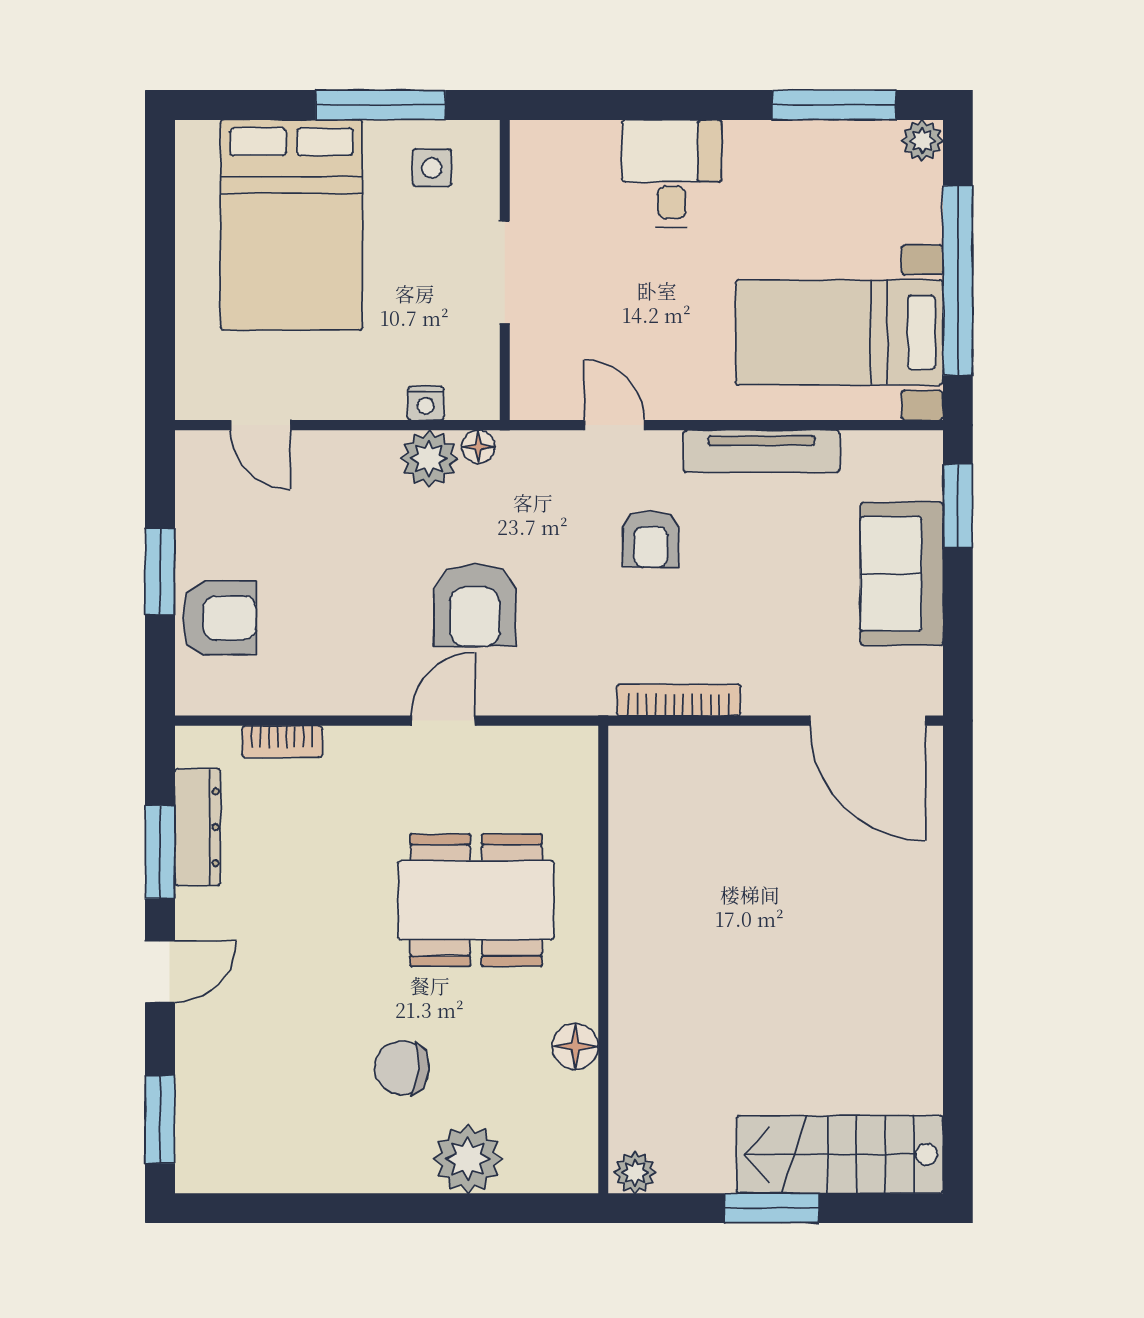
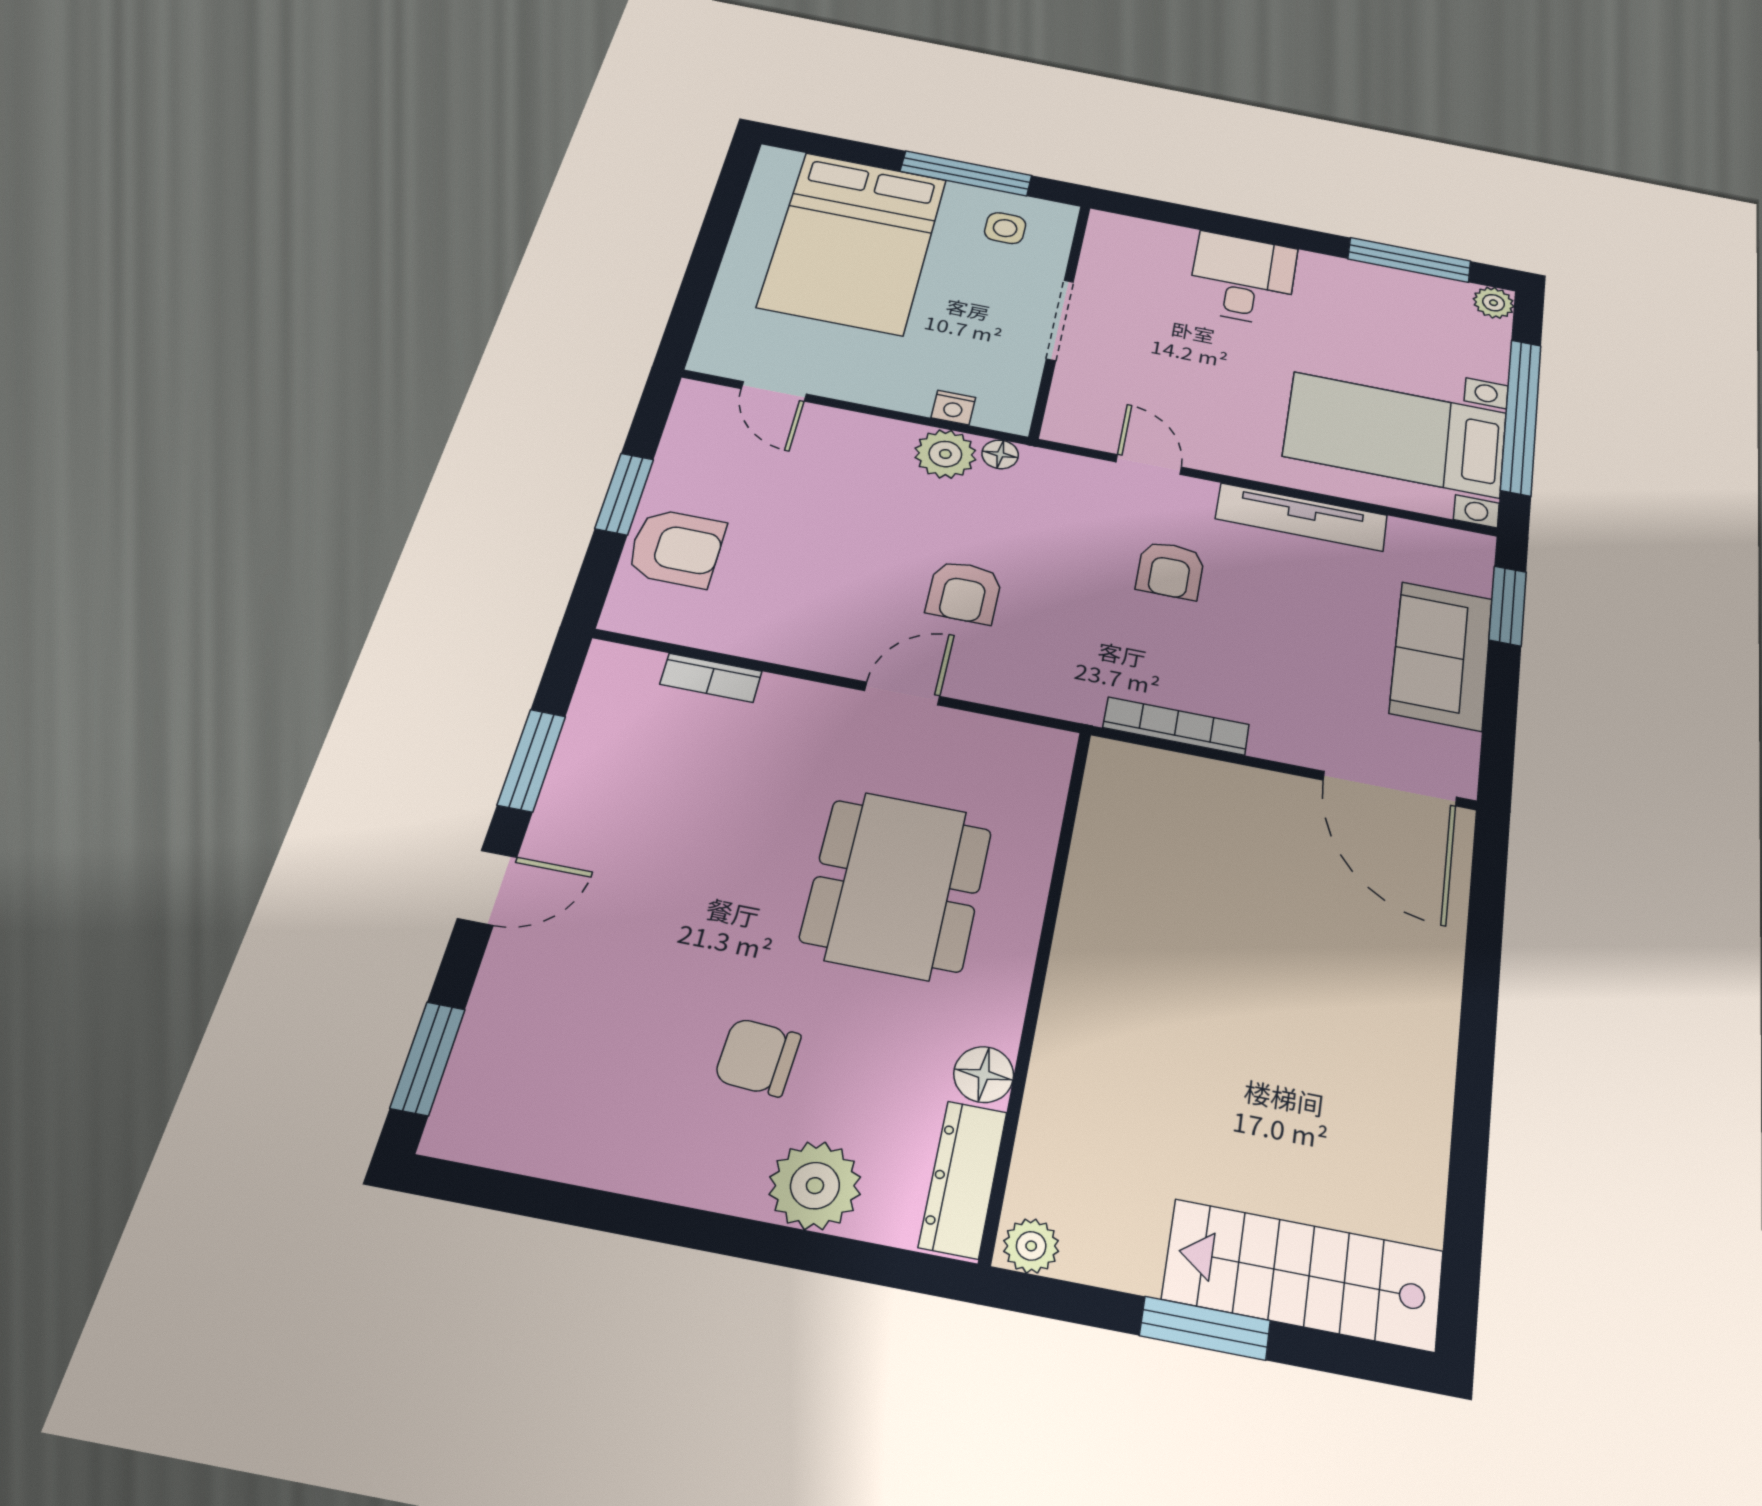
armchair: (475, 605) -> (964, 592), width x0.72, depth x0.72
dresser: (198, 827) -> (963, 1179), moved, turned 180
dining table: (476, 900) -> (897, 885), turned 90

